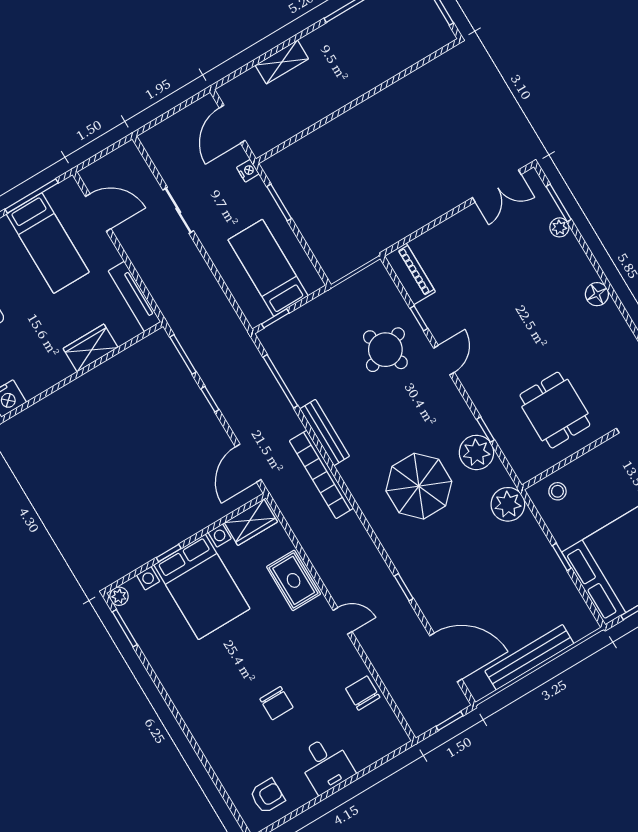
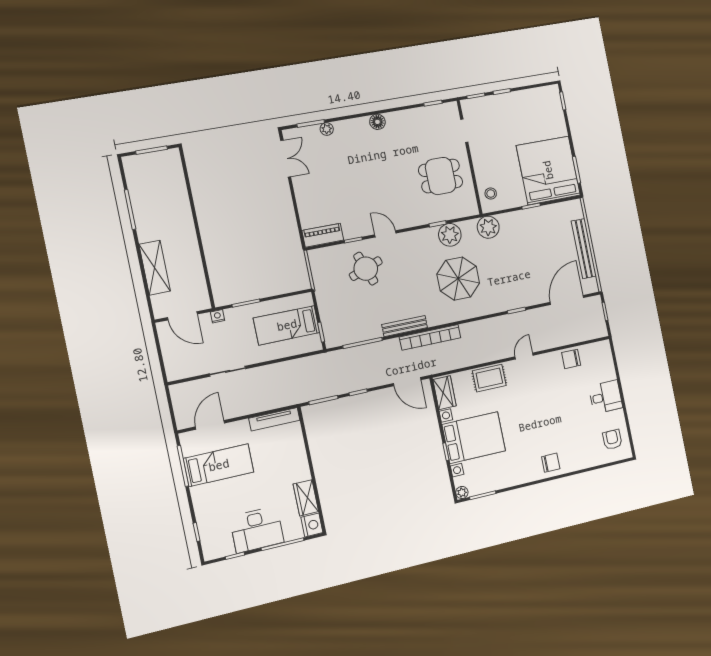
shelving: (282, 62) -> (155, 268), width x1.50, depth x1.33
wardrobe: (91, 348) -> (306, 498), moved
chair: (276, 703) -> (551, 463), moved

